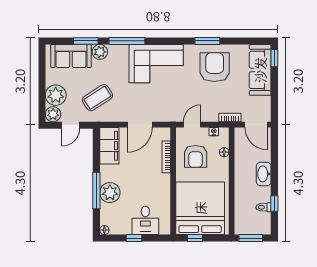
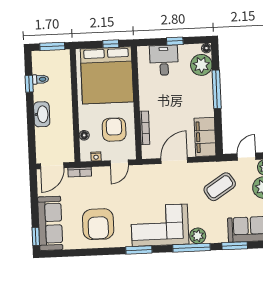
window: (207, 41) -> (139, 250), moved
plant: (100, 52) -> (198, 236), moved
door: (256, 125) -> (52, 166), swing flipped
plant: (110, 193) -> (201, 65), moved

